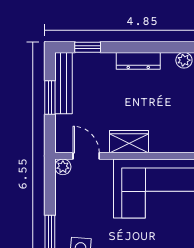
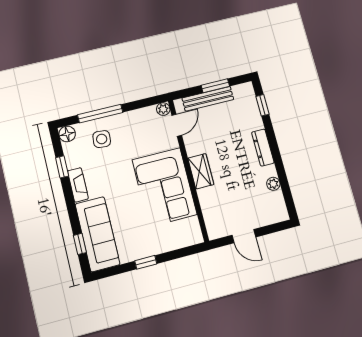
bench: (64, 83) -> (208, 99), moved
wardrobe: (129, 142) -> (201, 171), moved

